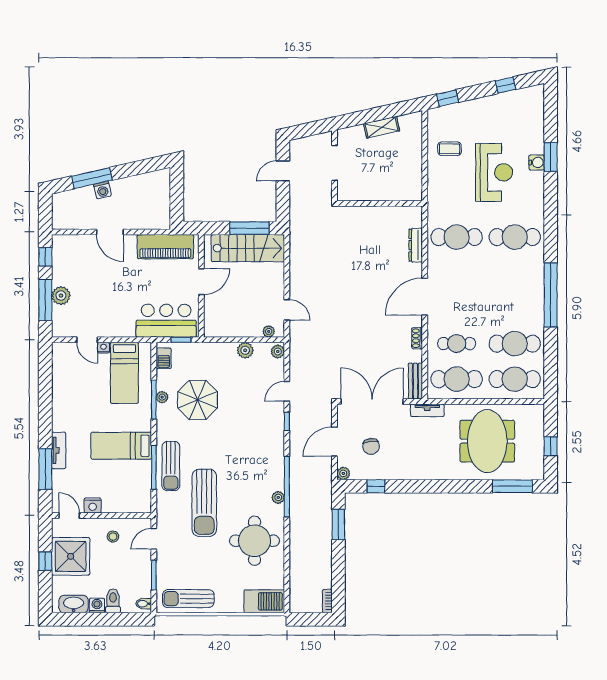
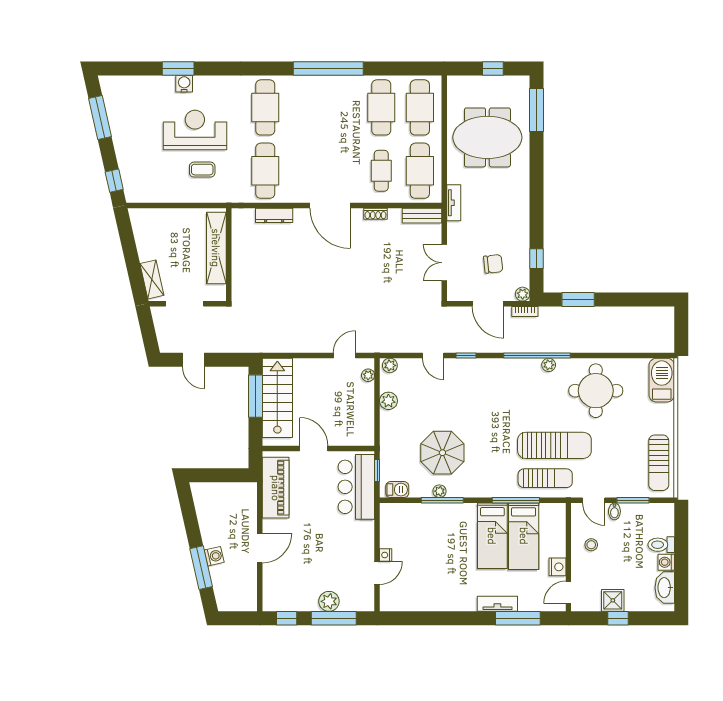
window: (506, 85) -> (100, 117), width x2.17
shelving: (382, 127) -> (152, 279), moved
coffee table: (450, 149) -> (202, 170), moved, turned 90
shelving: (386, 192) -> (216, 248), added
bed: (124, 373) -> (524, 536), moved, turned 90
double door: (372, 402) -> (444, 263), width x0.54
sun lounger: (171, 466) -> (545, 478), moved
shower: (71, 556) -> (613, 600), width x0.54, depth x0.54
bookcase: (327, 601) -> (525, 312), moved
bidet: (144, 604) -> (614, 511), moved

